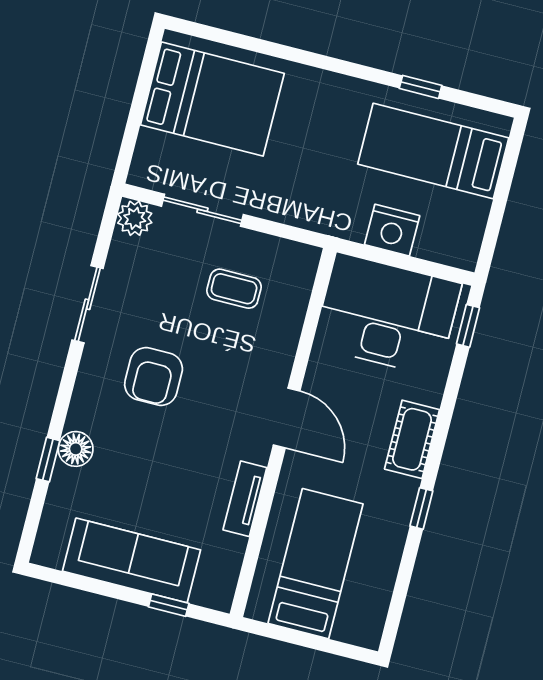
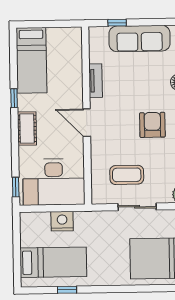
sliding door: (202, 210) -> (137, 207), moved
coffee table: (234, 289) -> (127, 175), width x1.36, depth x1.30
bed: (316, 564) -> (31, 60), moved

